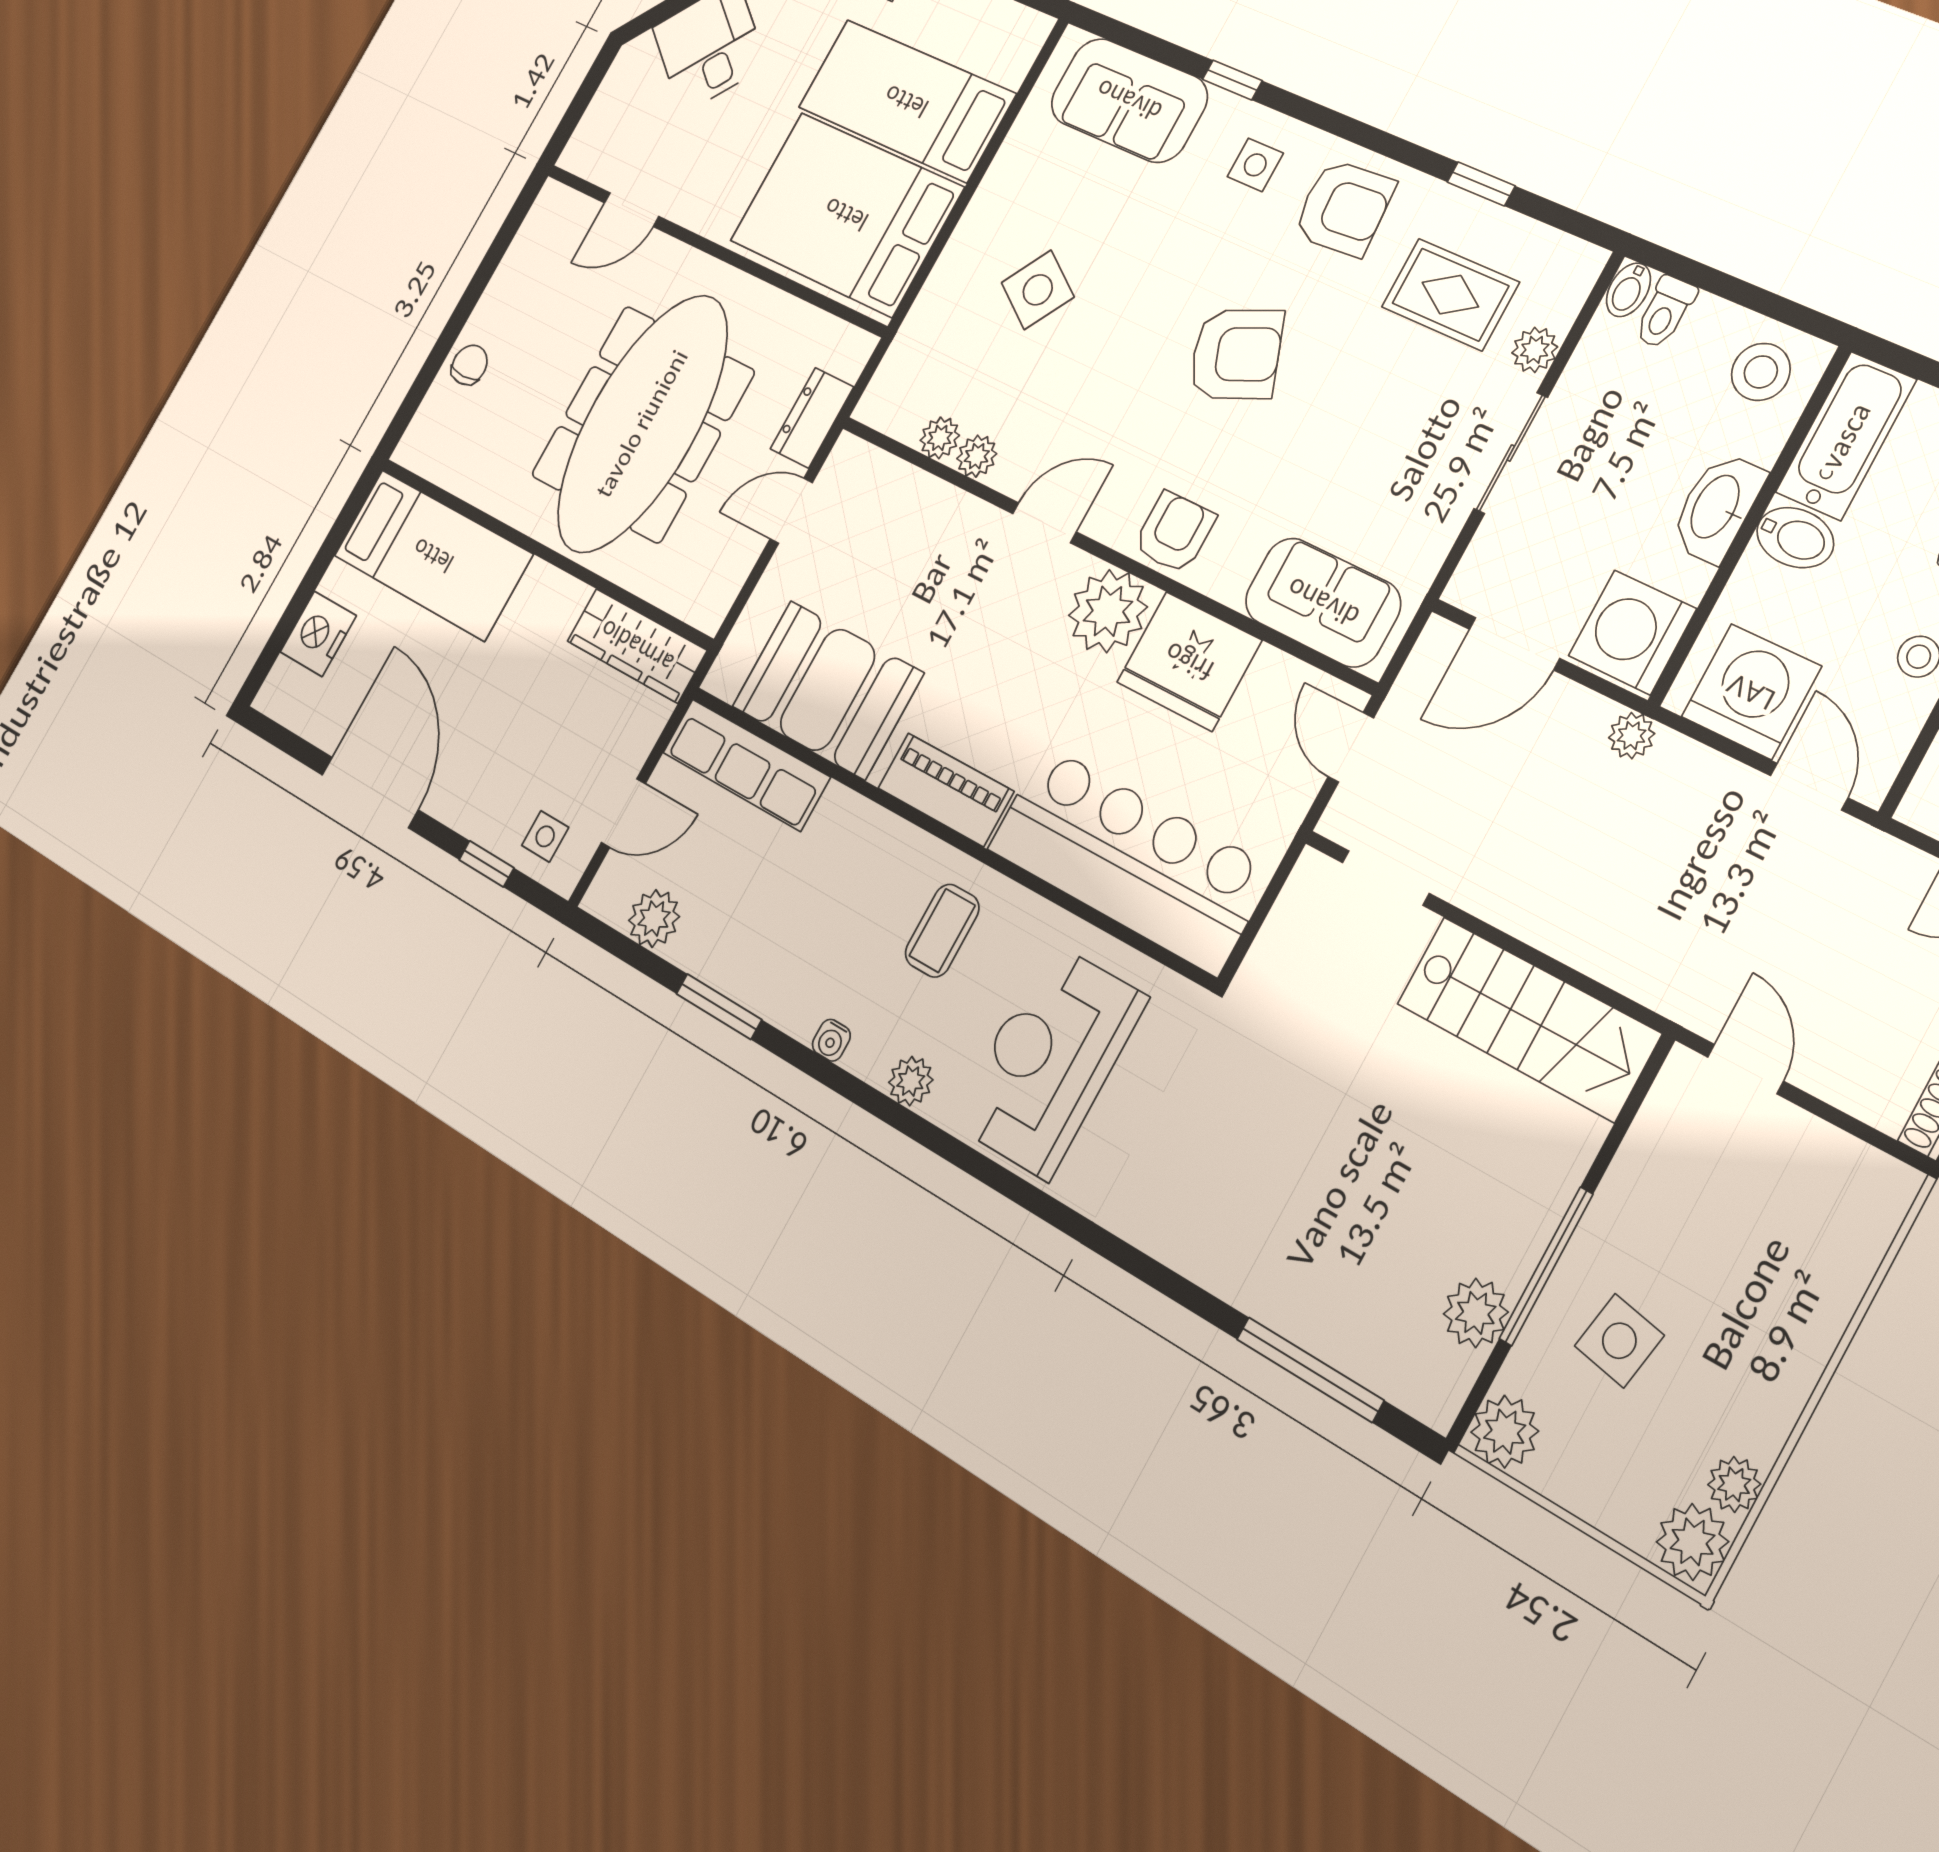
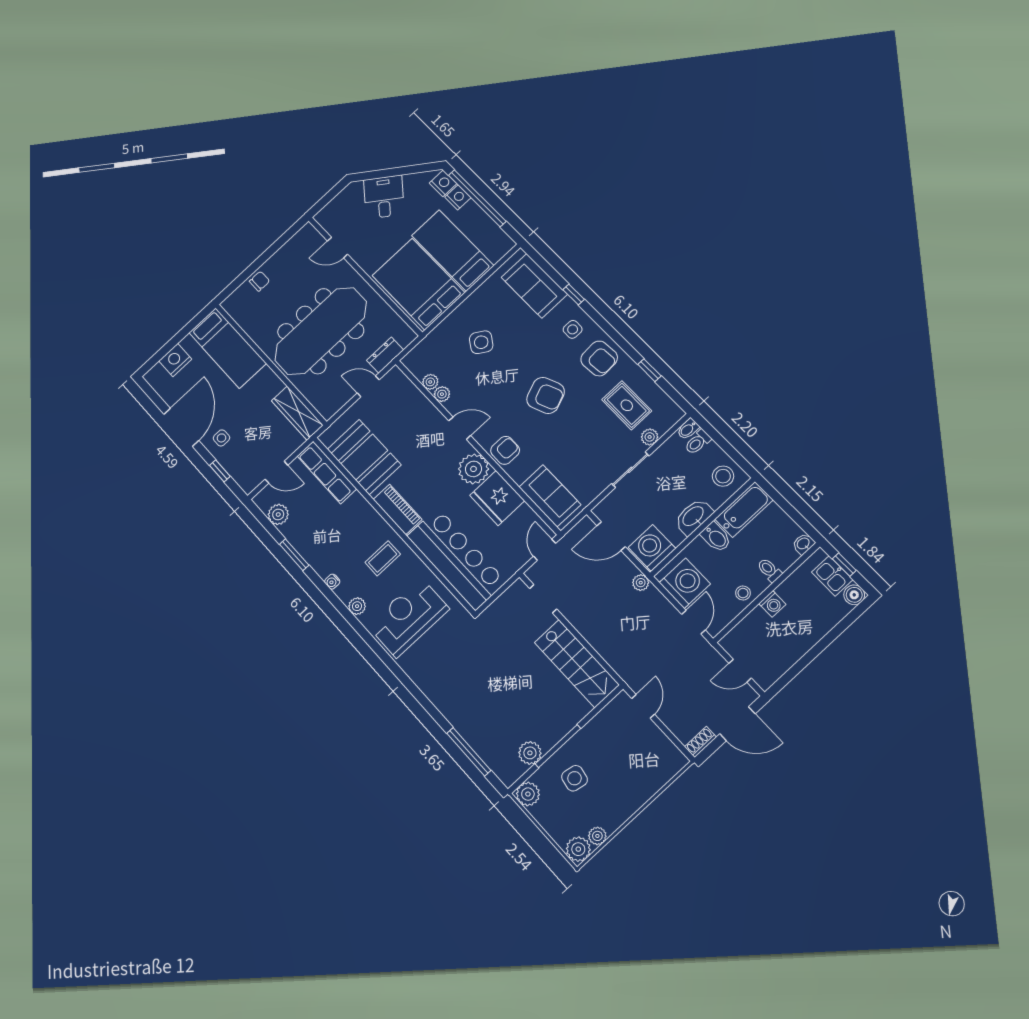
side table: (545, 836) -> (221, 438), moved

